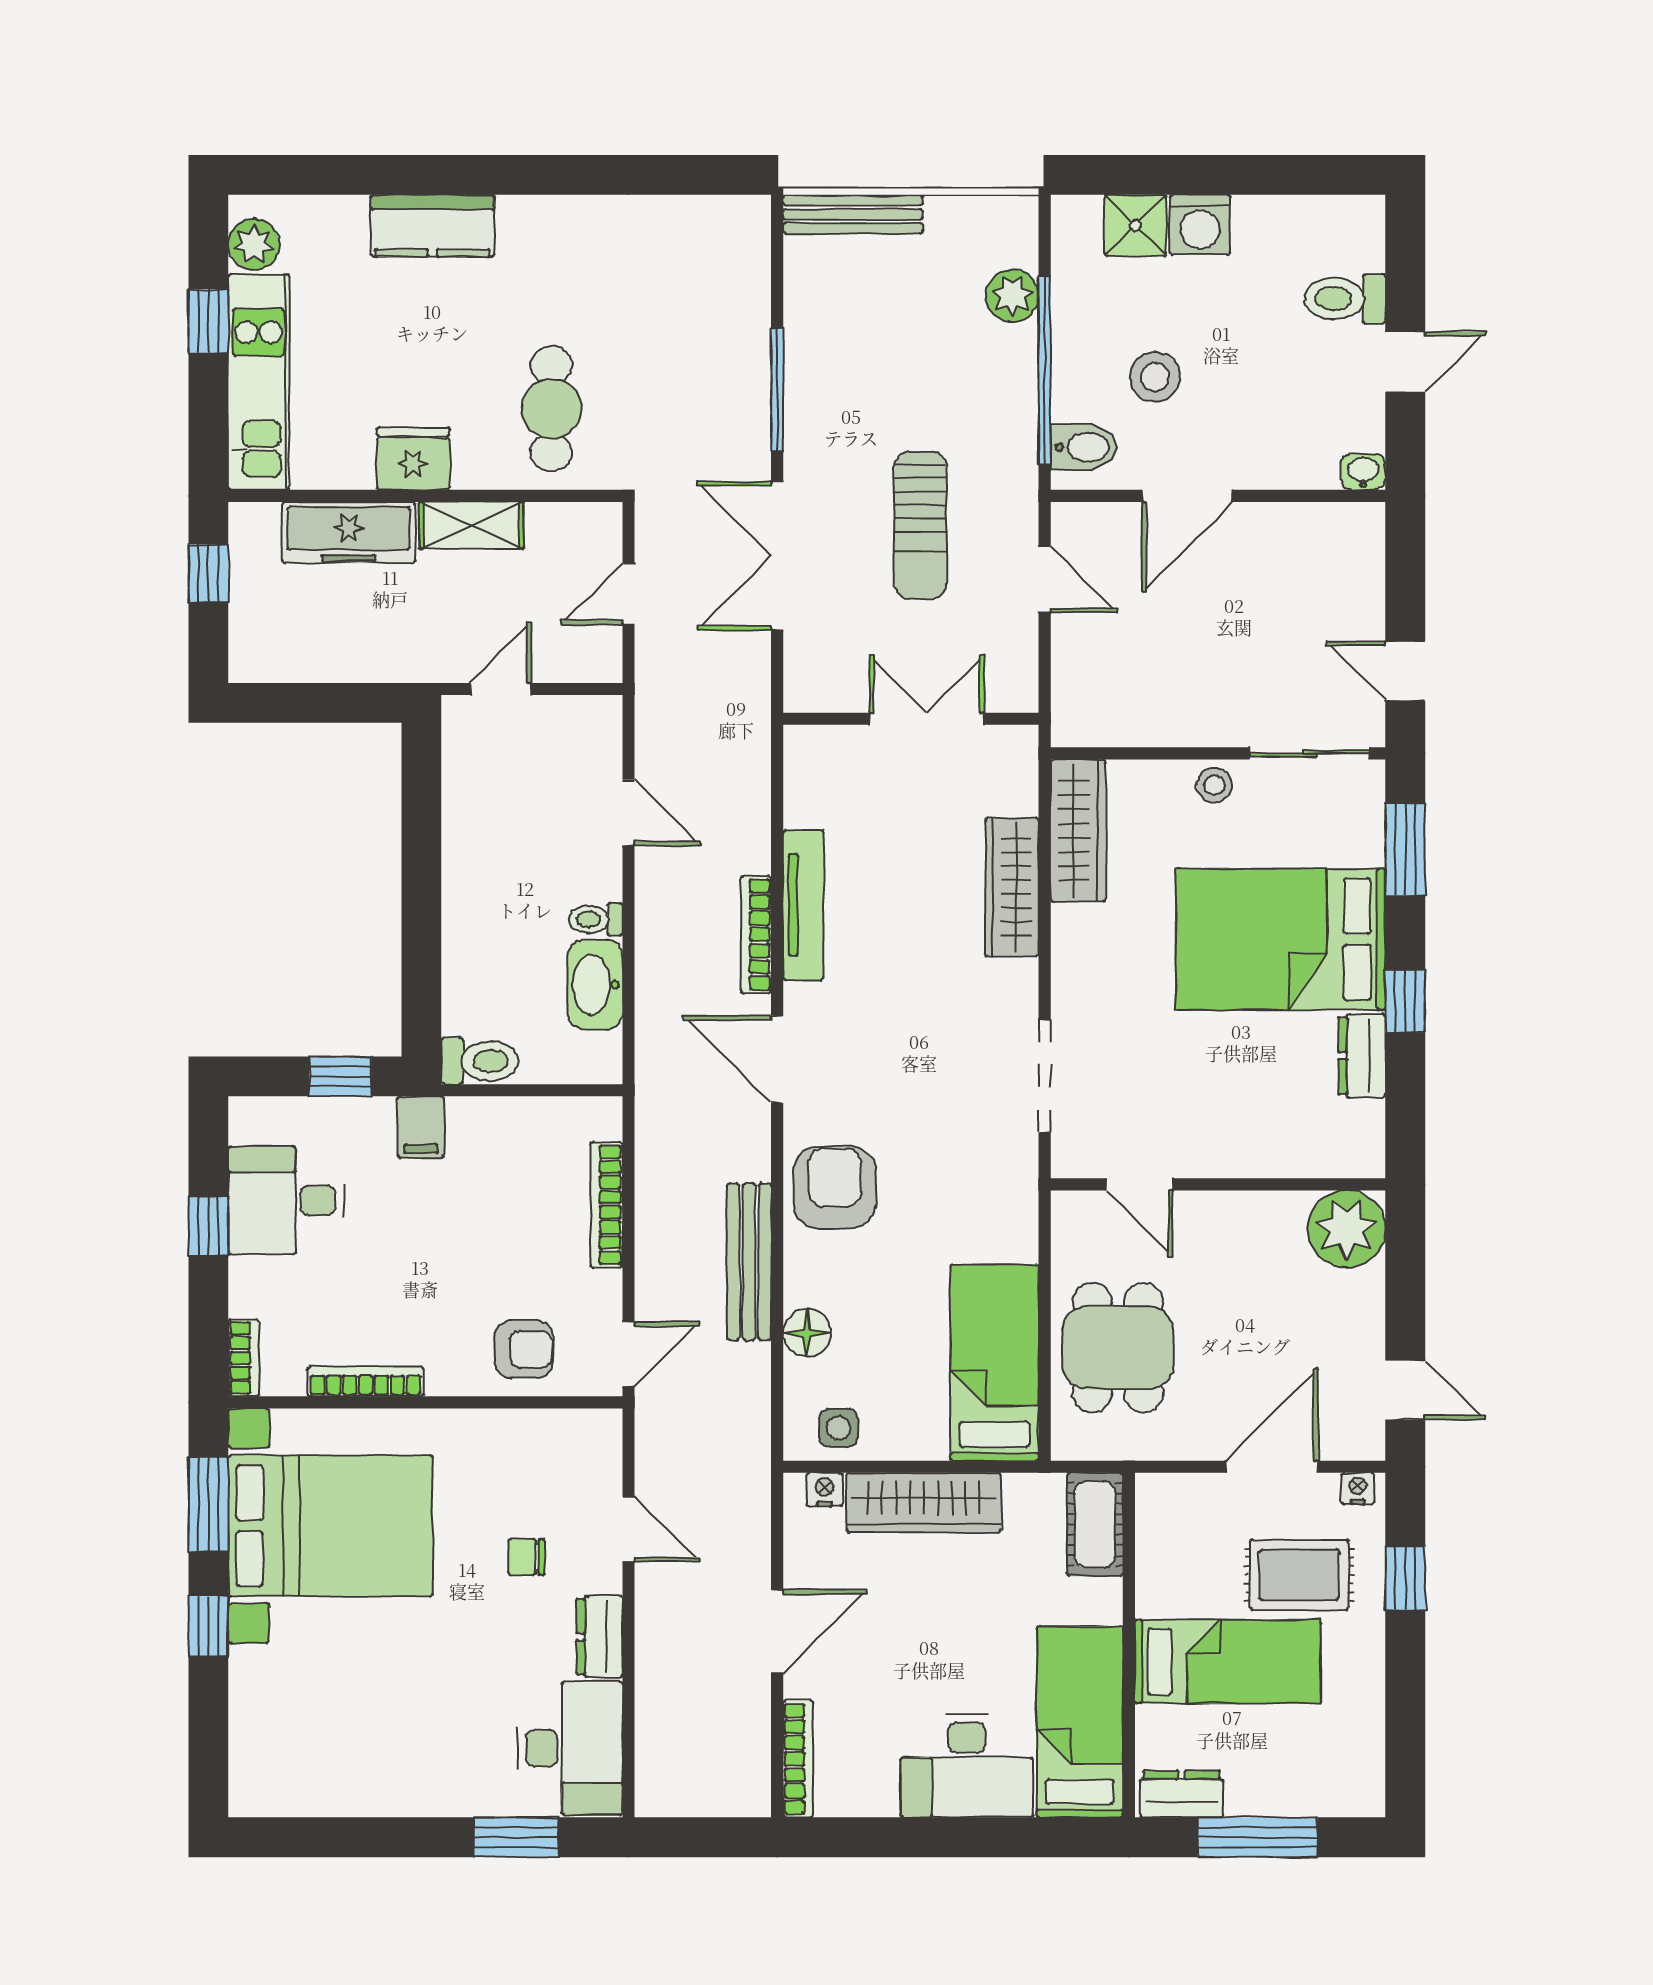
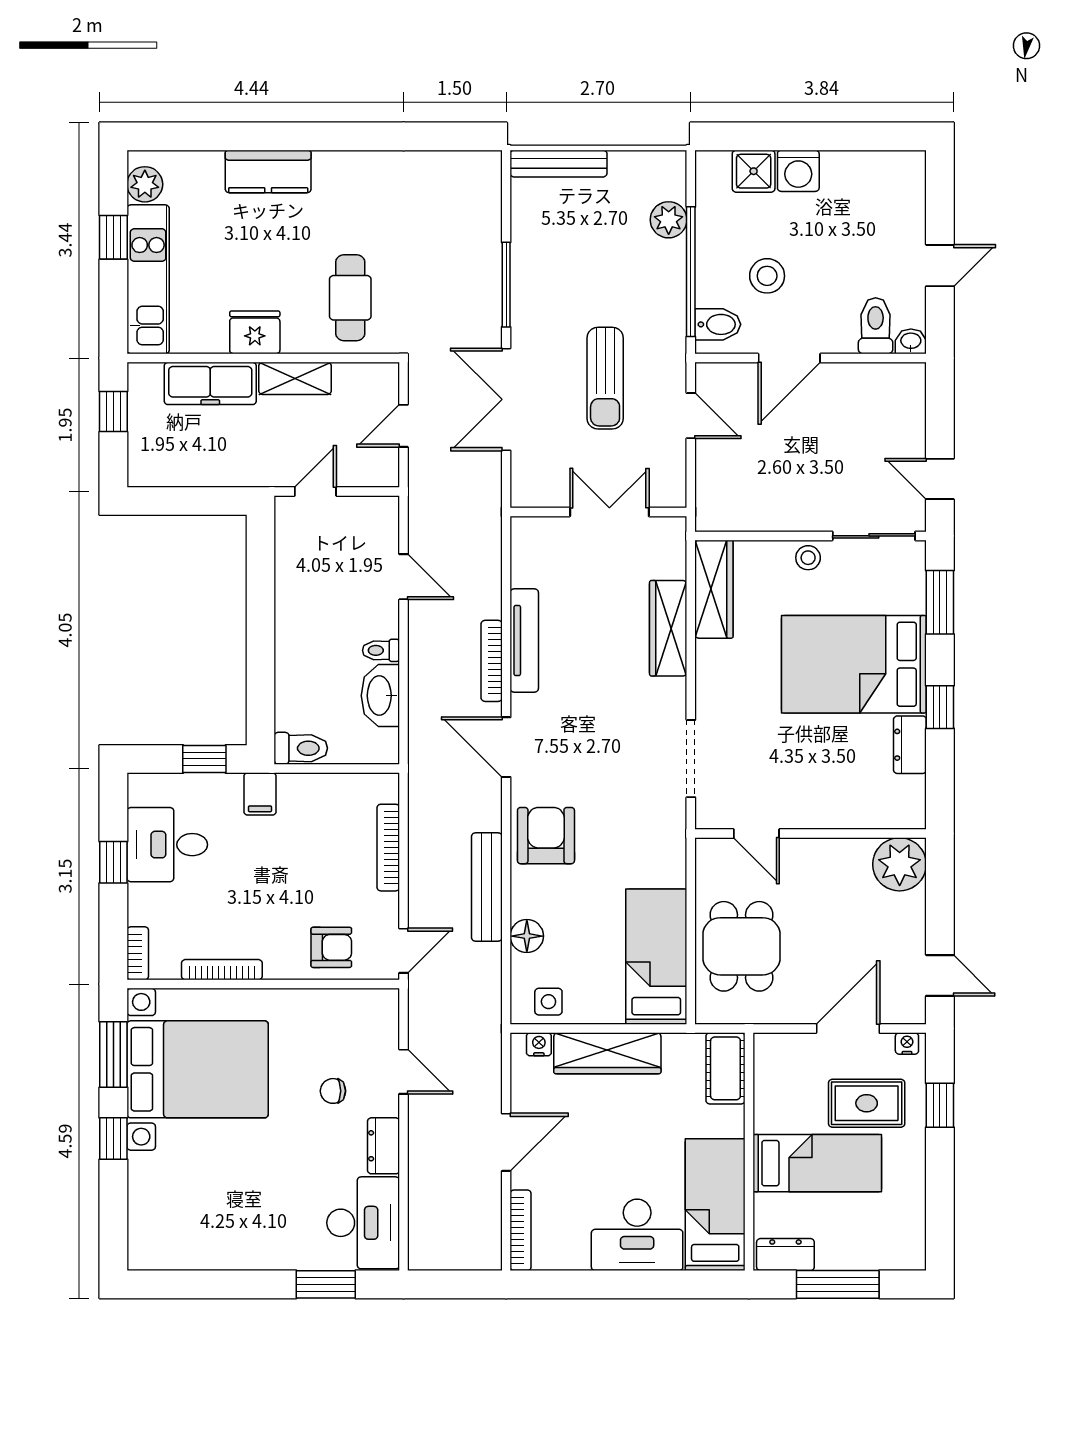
toilet: (1345, 298) -> (876, 326), moved, turned 90

